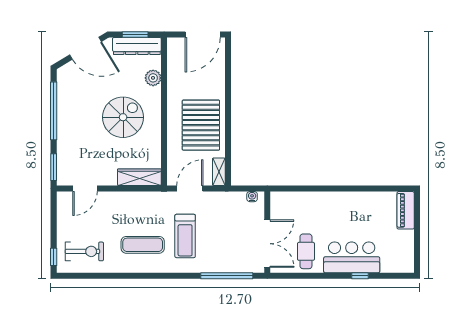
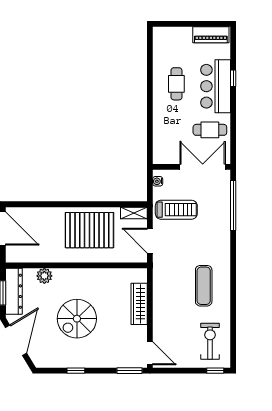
window: (54, 111) -> (76, 371), width x0.32
spiral stairs: (123, 117) -> (77, 319), moved, turned -90
wardrobe: (139, 177) -> (139, 304), moved
door: (85, 189) -> (150, 353), moved
piano: (406, 210) -> (211, 35), moved
cafe table: (354, 216) -> (176, 84), added
treadmill: (185, 236) -> (176, 210), moved

